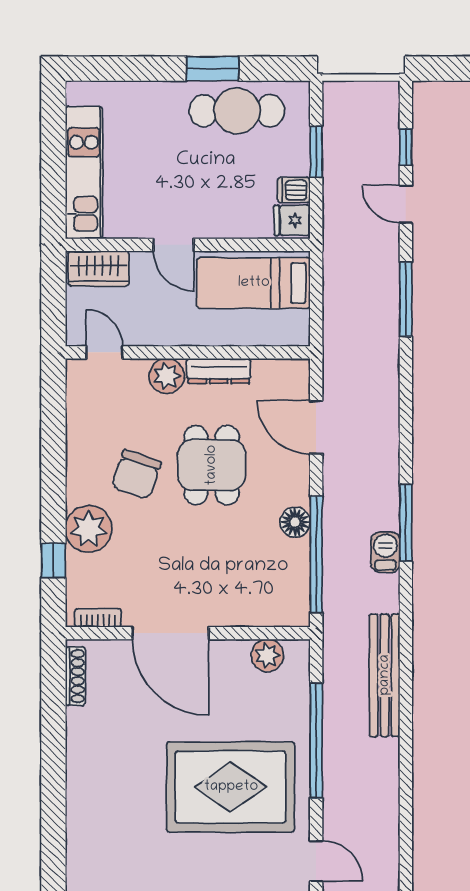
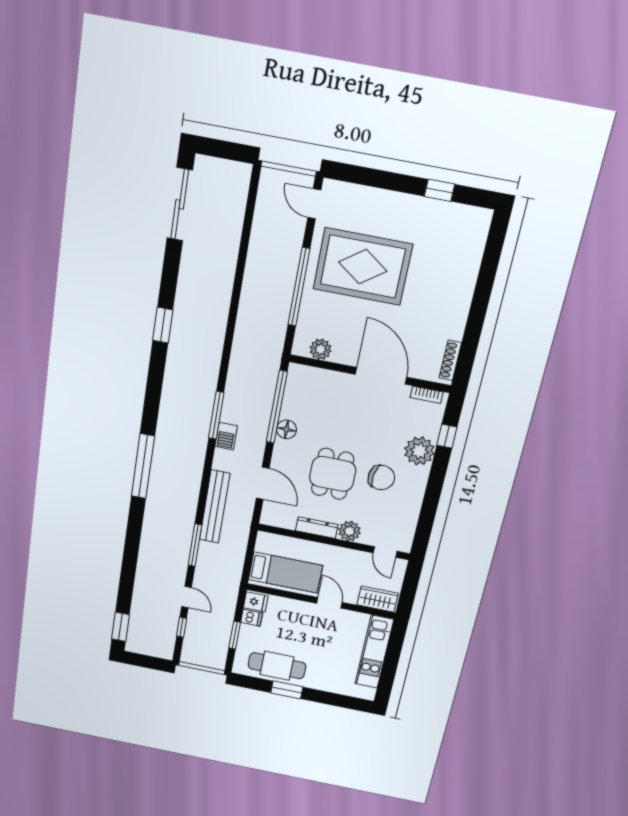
chair: (136, 475) -> (381, 478), turned 79
barbecue: (385, 552) -> (226, 436), moved
bench: (385, 675) -> (215, 507), moved

